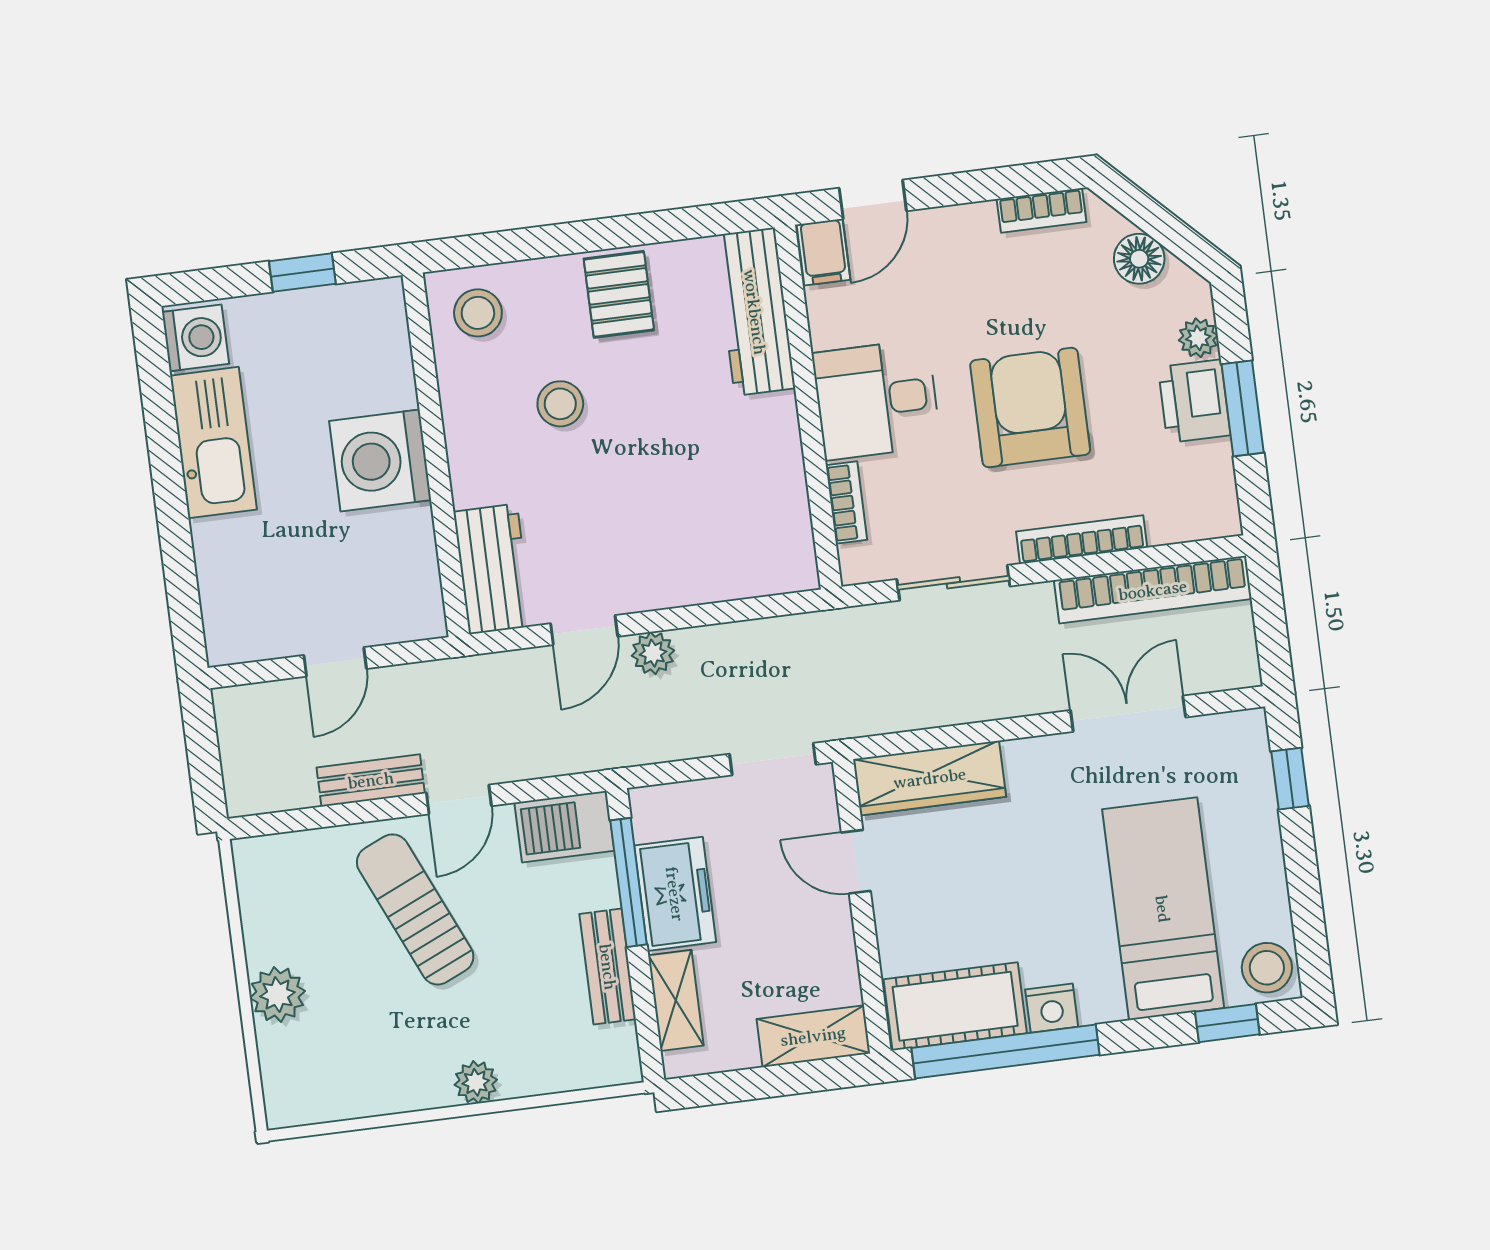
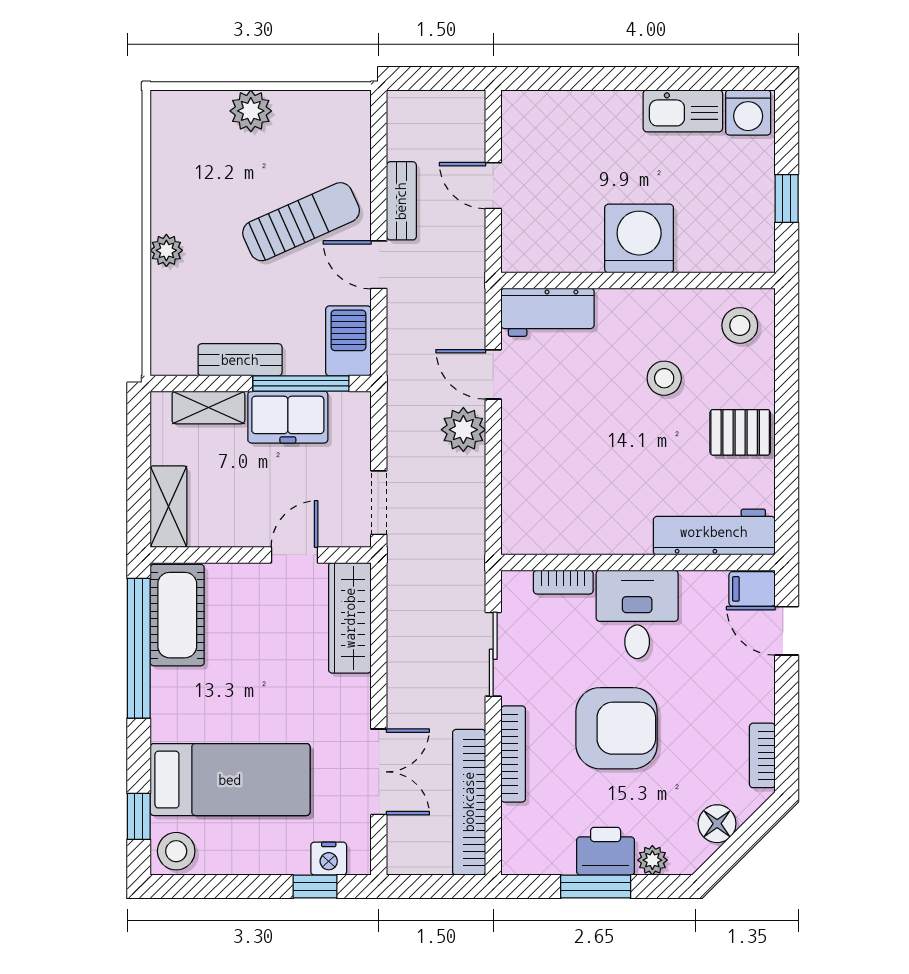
kitchen sink: (213, 443) -> (683, 111), width x0.73, depth x0.81
plant: (653, 653) -> (463, 430), width x1.38, depth x1.38
nightstand: (1052, 1008) -> (329, 859), moved, turned -90

